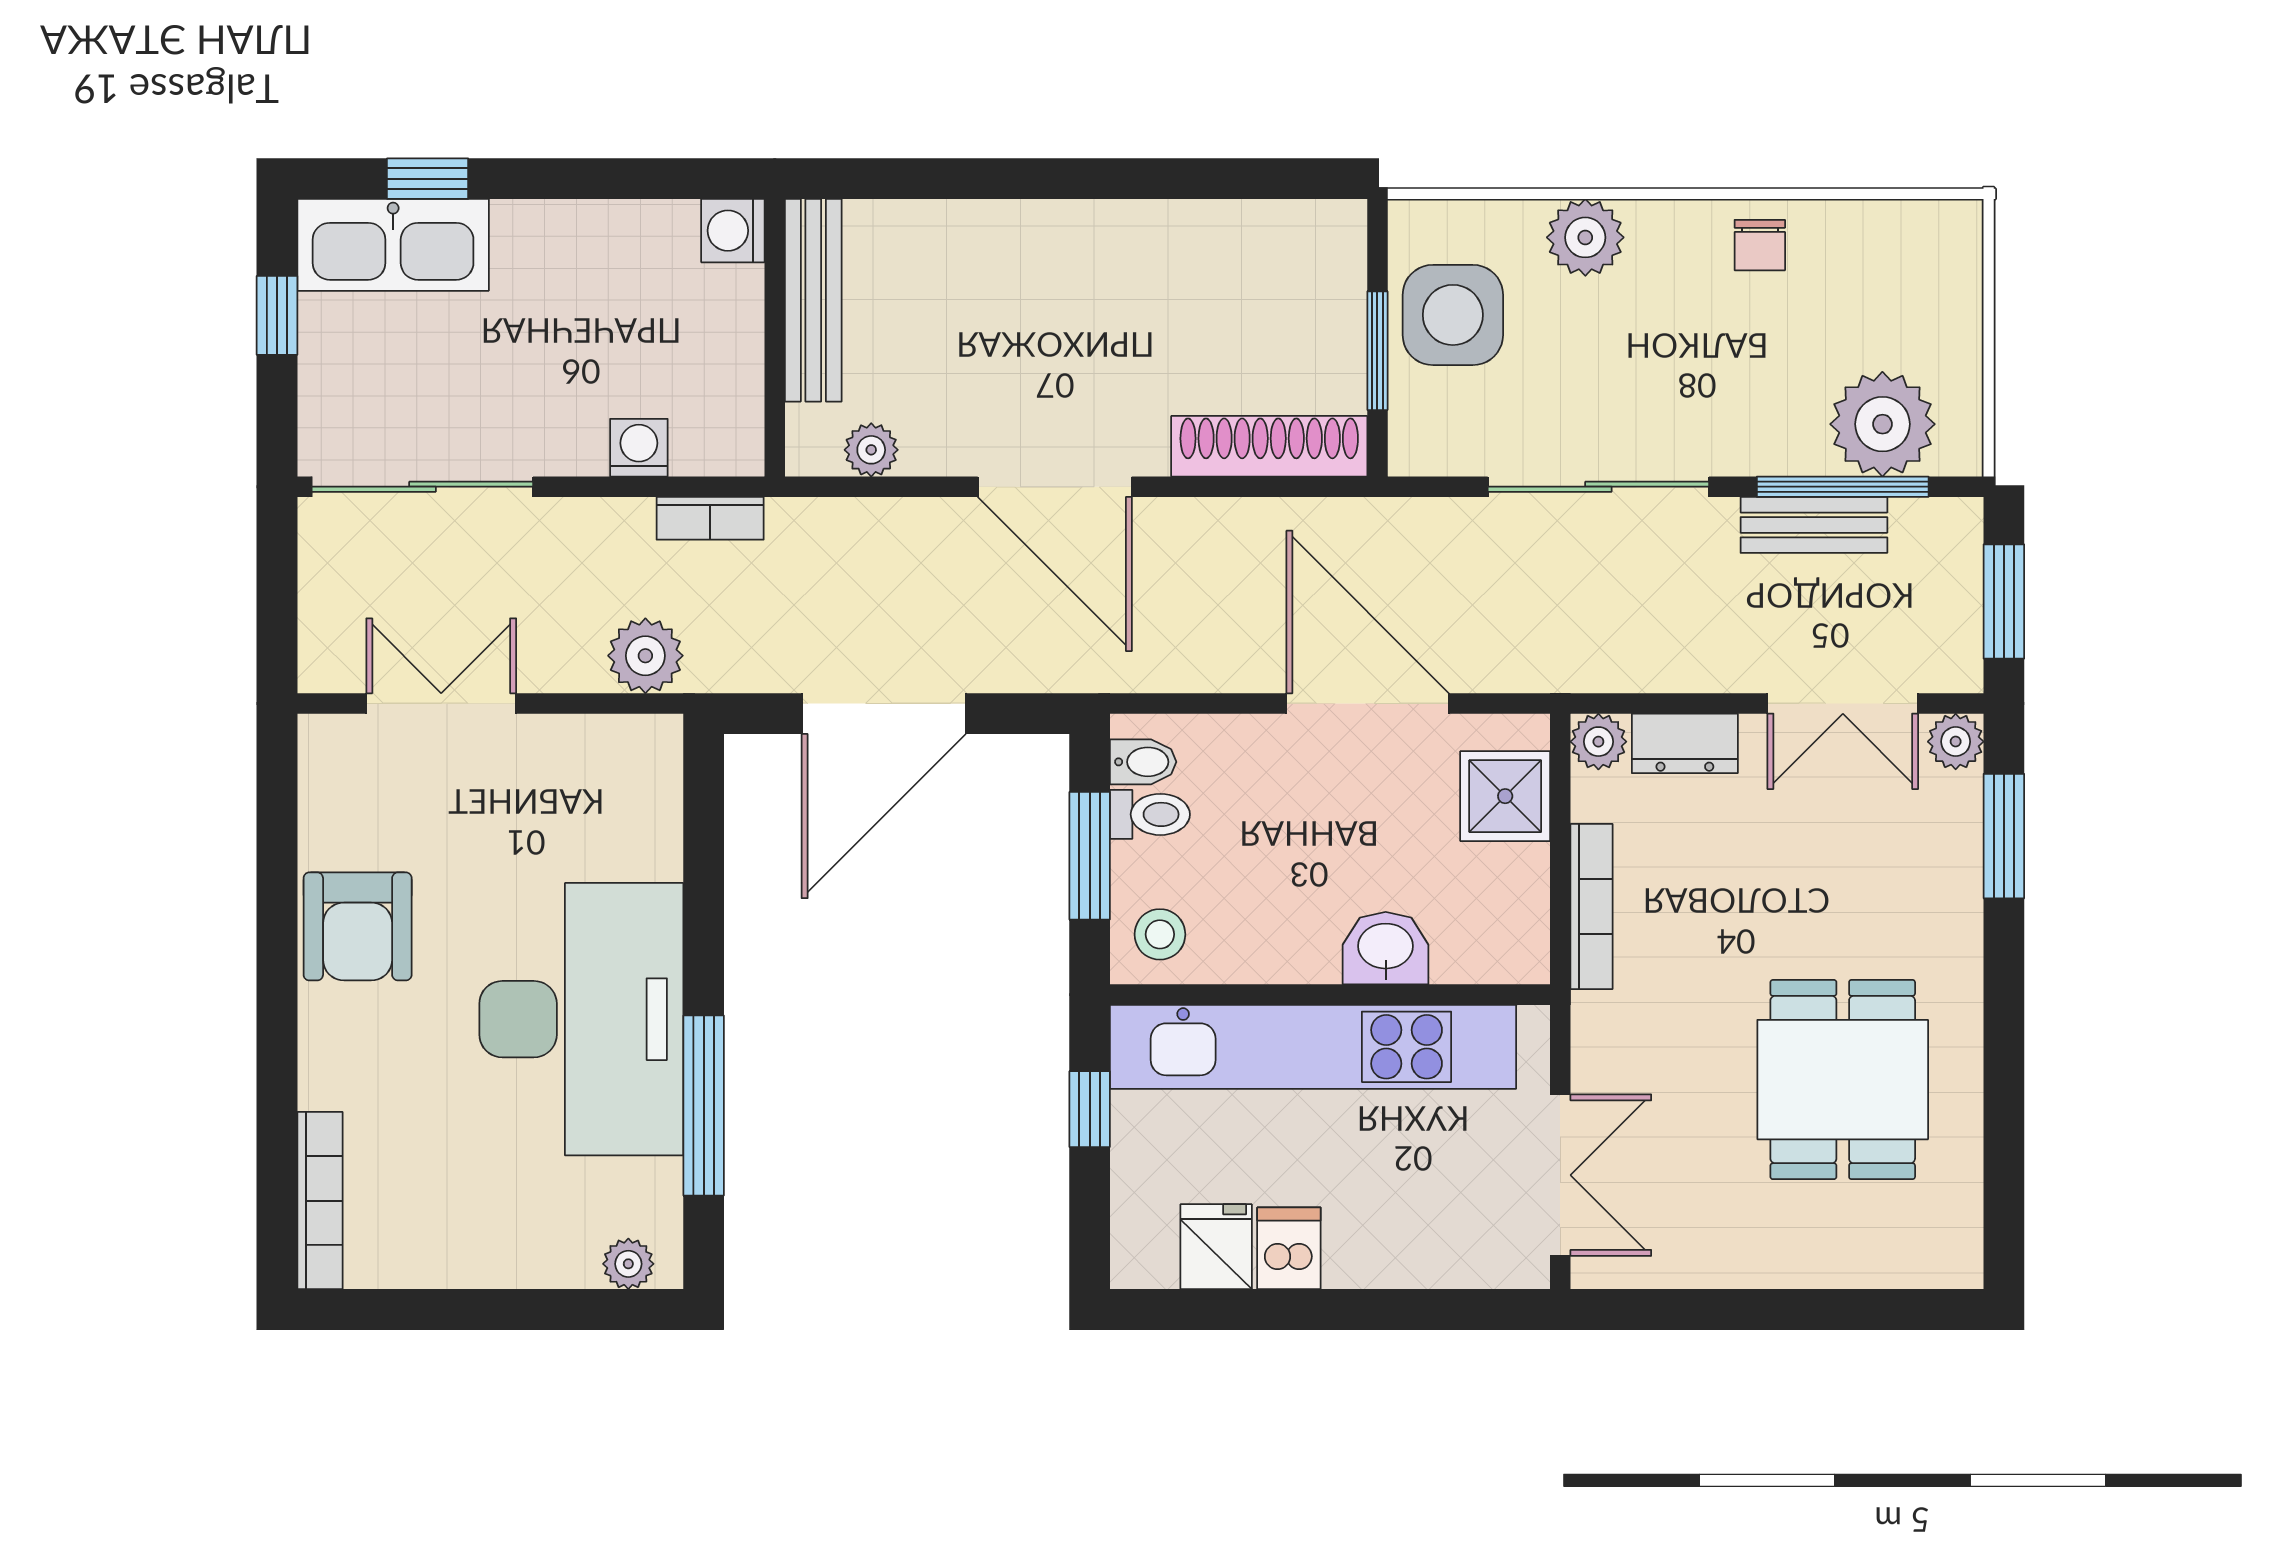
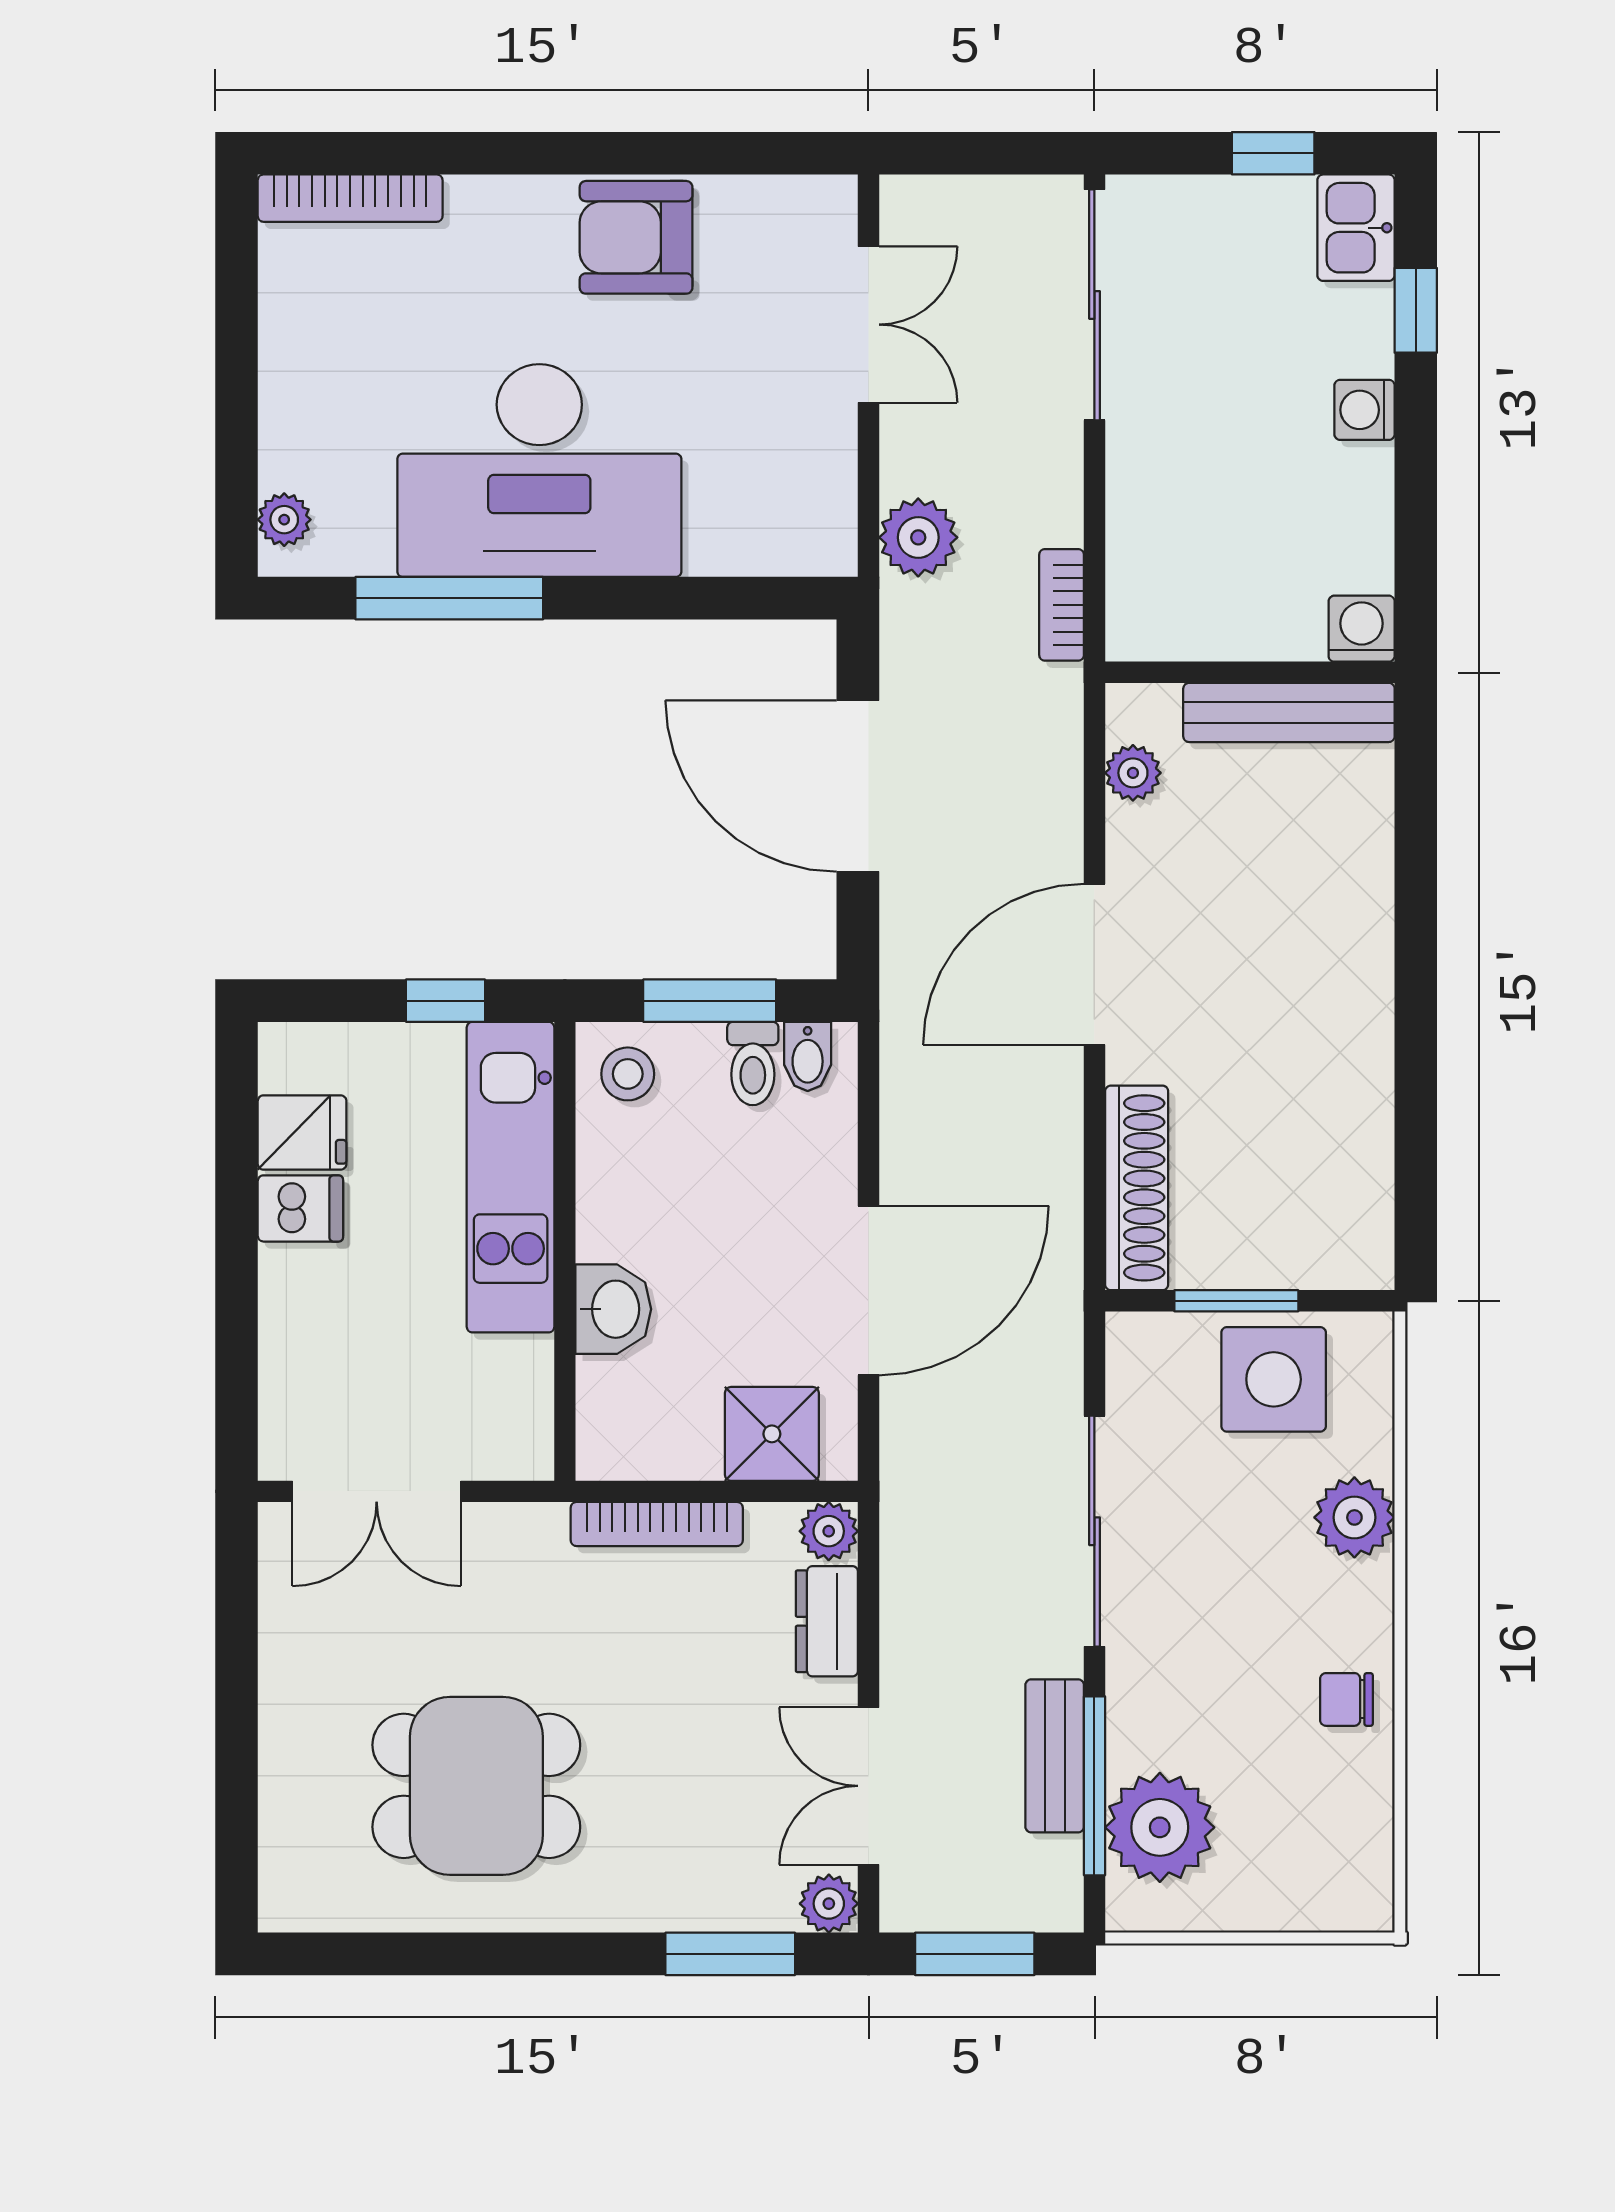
kitchen sink: (393, 245) -> (1356, 228), width x0.53, depth x0.81
washing machine: (639, 448) -> (1364, 410), moved, turned 180
kitchen unit: (1313, 1047) -> (511, 1177), width x0.73

